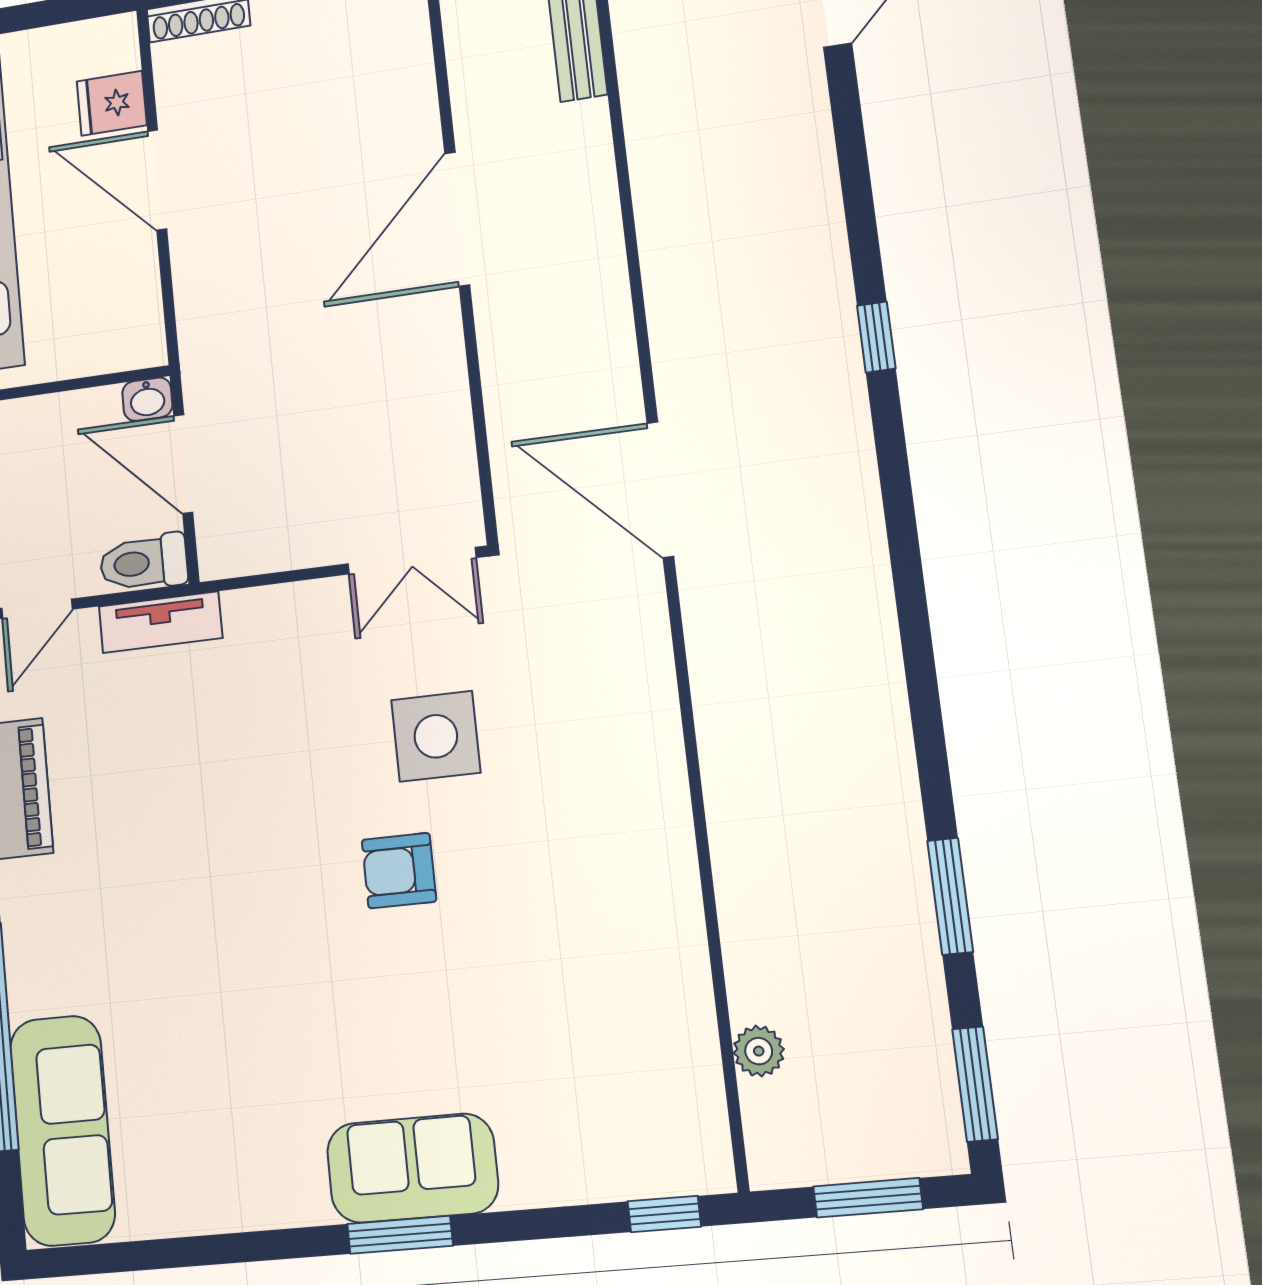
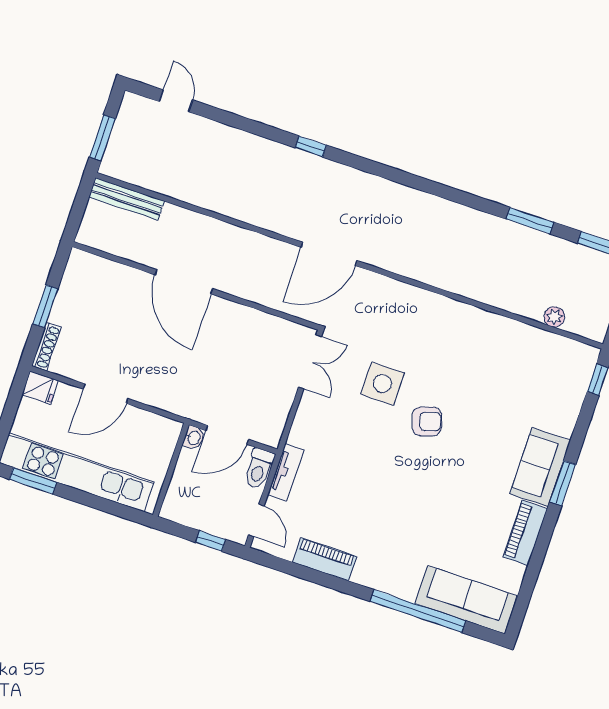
fridge: (112, 103) -> (40, 388), moved, turned -90
armchair: (399, 871) -> (427, 421), turned -108
piano: (257, 1198) -> (525, 533), added

